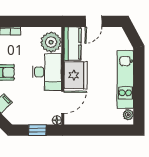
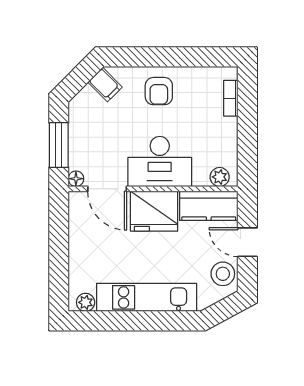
stool: (112, 36) -> (223, 274), added
plant: (51, 42) -> (220, 177), width x0.53, depth x0.53
window: (37, 130) -> (59, 145), width x1.50

